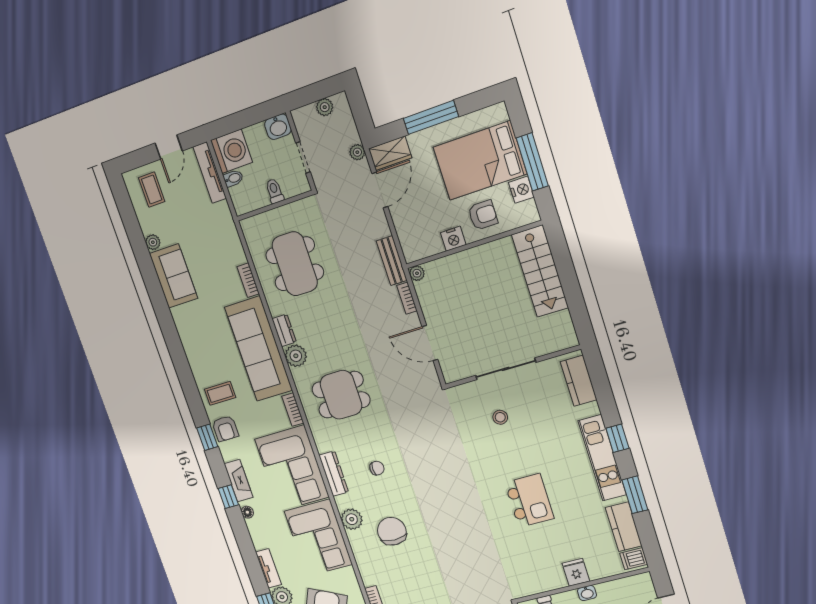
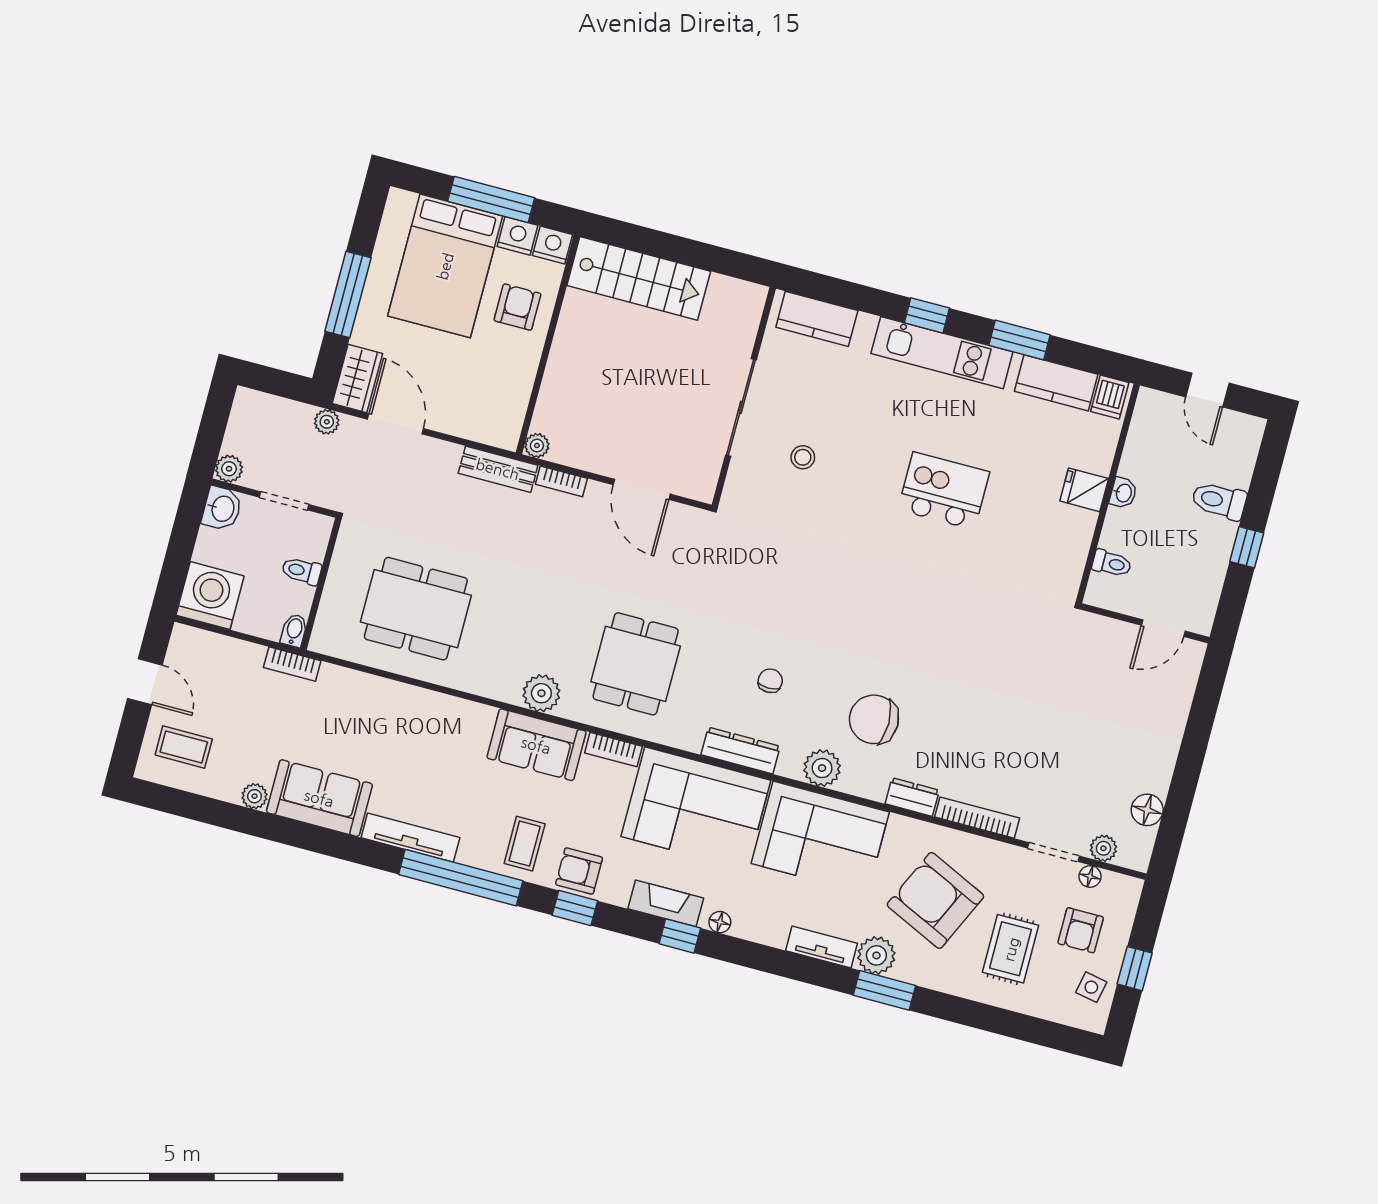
plant: (325, 107) -> (229, 469), moved
tv unit: (210, 173) -> (410, 838), moved, turned 180
bidet: (233, 178) -> (294, 630), moved
nightstand: (453, 239) -> (553, 245), moved, turned -90
bookcase: (248, 280) -> (292, 664), moved
dresser: (284, 330) -> (912, 797), moved
door: (430, 343) -> (642, 489), hinge flipped
sofa: (259, 349) -> (536, 745), width x0.54, depth x0.79
window: (184, 372) -> (461, 878), added
armchair: (225, 428) -> (579, 871), turned 180

